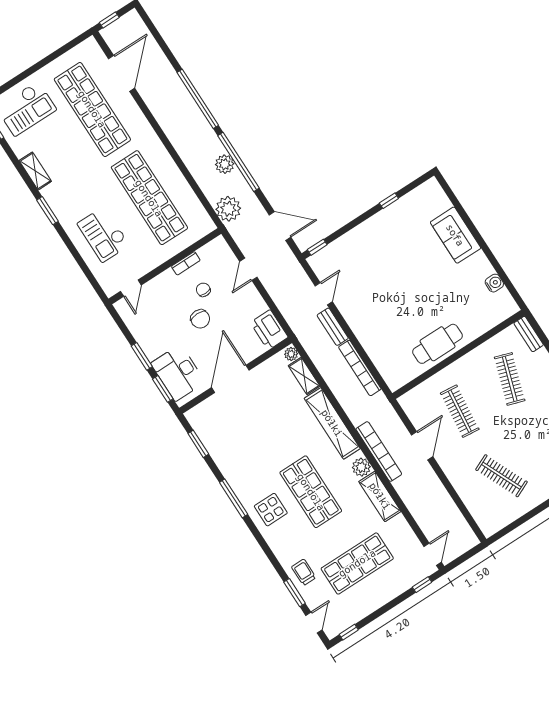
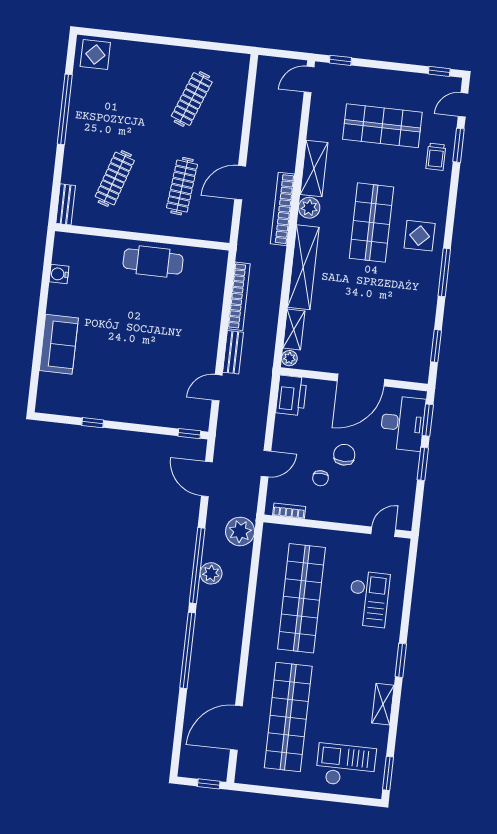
bookcase: (186, 263) -> (289, 511), moved
clothes rail: (502, 476) -> (192, 99), turned 45

